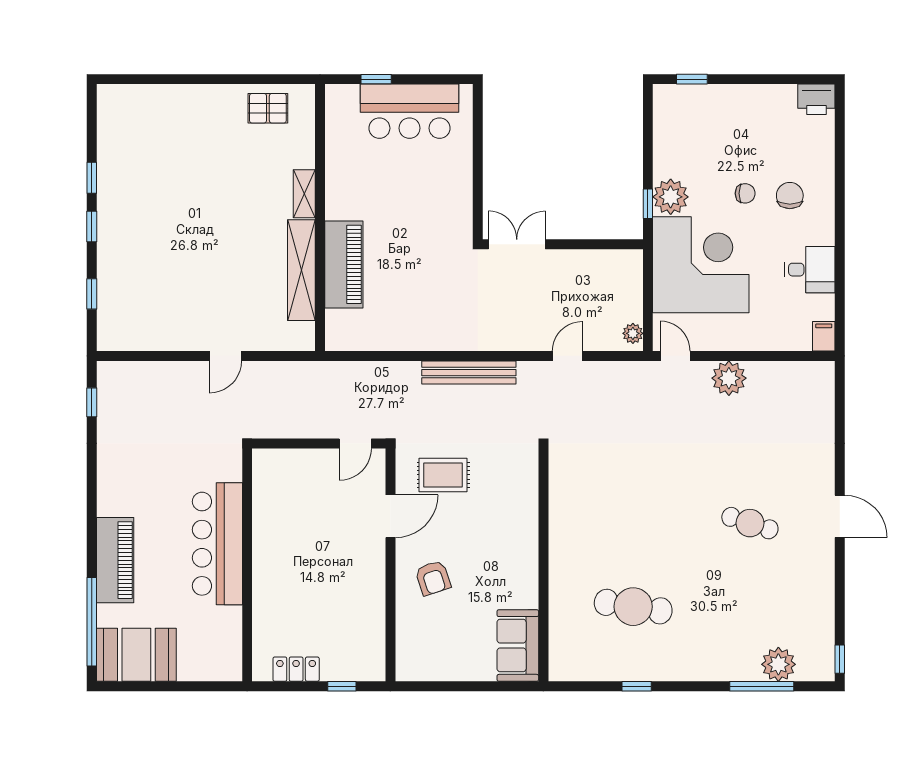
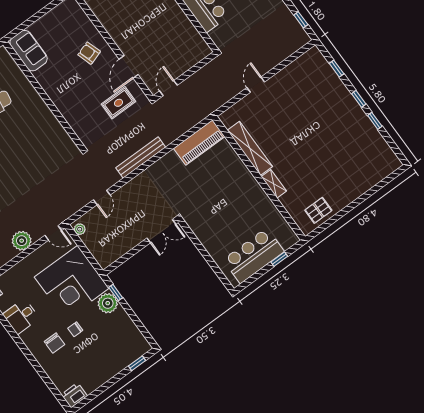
piano: (344, 264) -> (199, 143), moved, turned -90

